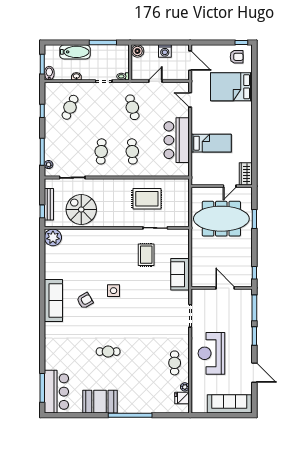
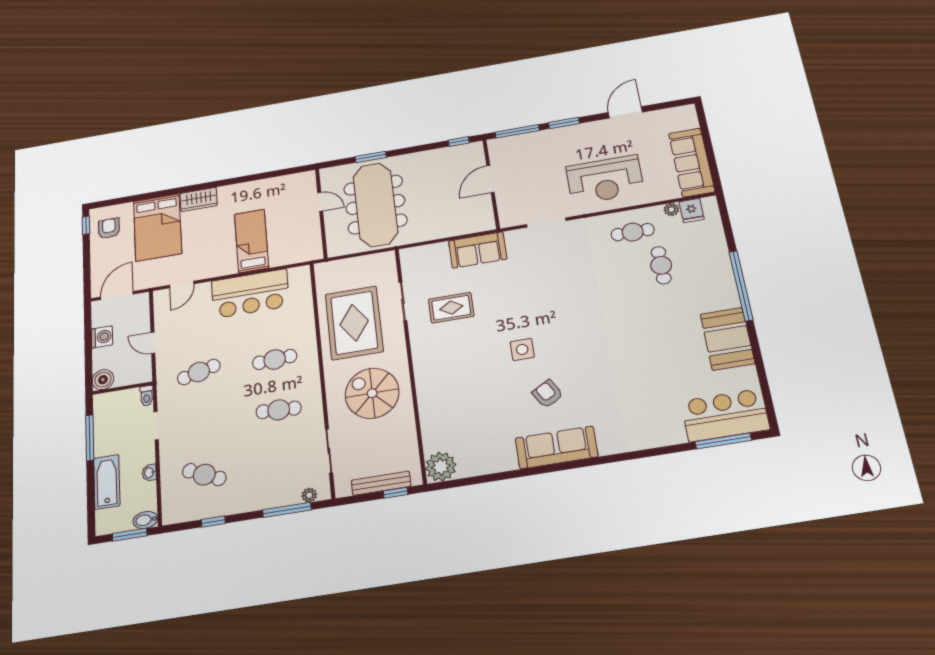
wardrobe: (246, 174) -> (199, 199), moved
rug: (147, 199) -> (354, 323), width x1.37, depth x1.44
spiral stairs: (81, 209) -> (372, 393), moved, turned 90
cafe table: (108, 352) -> (661, 265), moved
sofa: (229, 404) -> (692, 162), moved

